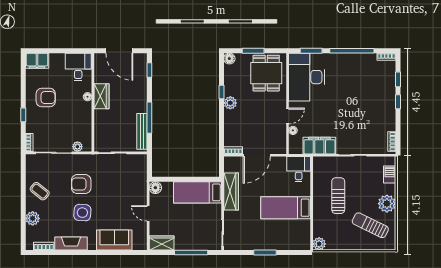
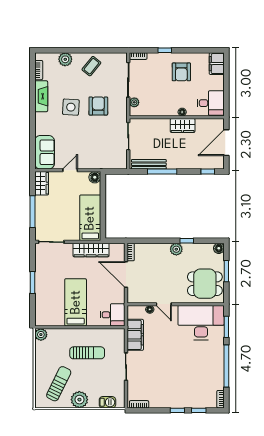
sofa: (114, 240) -> (45, 152), moved

